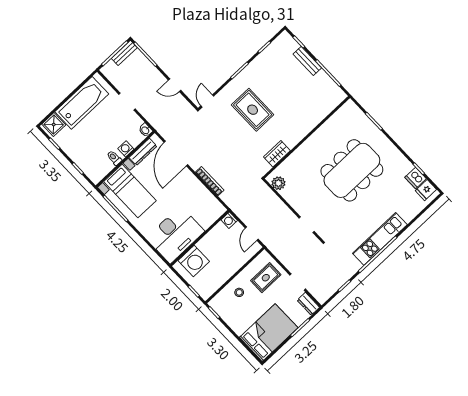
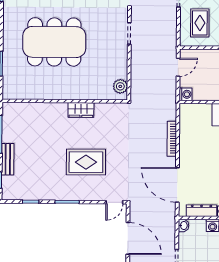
door: (175, 85) -> (128, 238), width x1.88
rug: (253, 110) -> (86, 162), turned 90
door: (176, 153) -> (177, 185), swing flipped
wardrobe: (277, 154) -> (81, 110), moved
rug: (266, 278) -> (200, 23), turned 90

